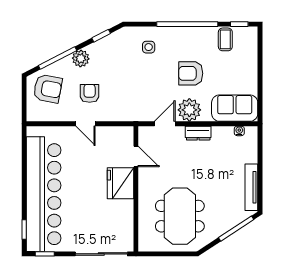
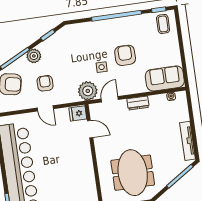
coffee table: (225, 39) -> (163, 24), moved
side table: (149, 47) -> (102, 67), moved
armchair: (191, 73) -> (125, 55), turned 90
plant: (189, 110) -> (88, 91), moved
fridge: (120, 183) -> (78, 113), moved, width x0.53, depth x0.75

